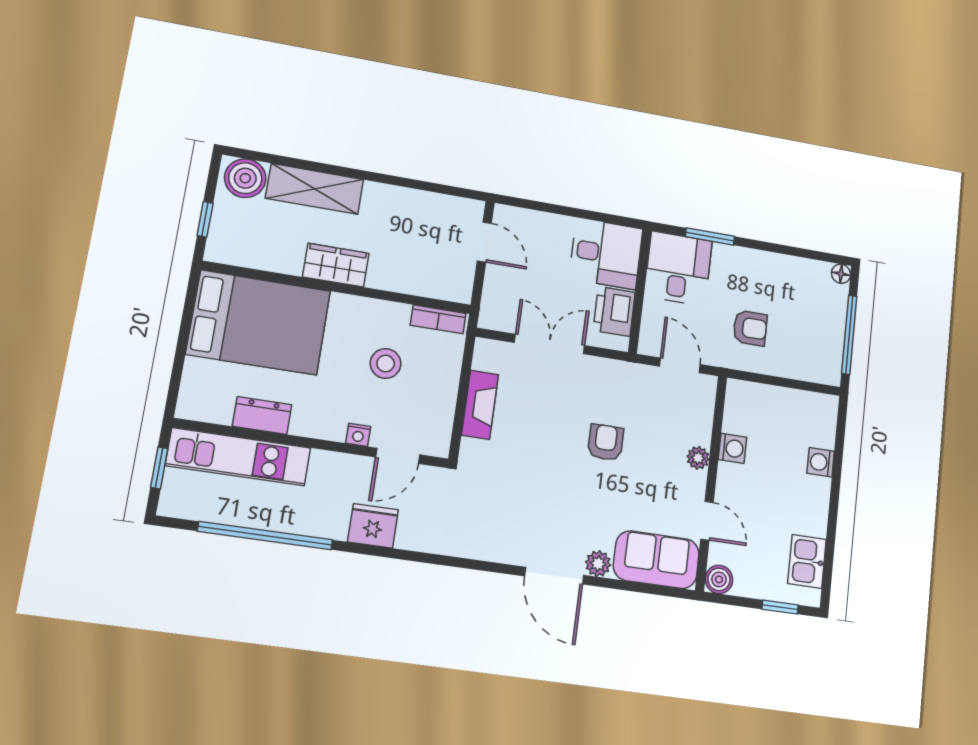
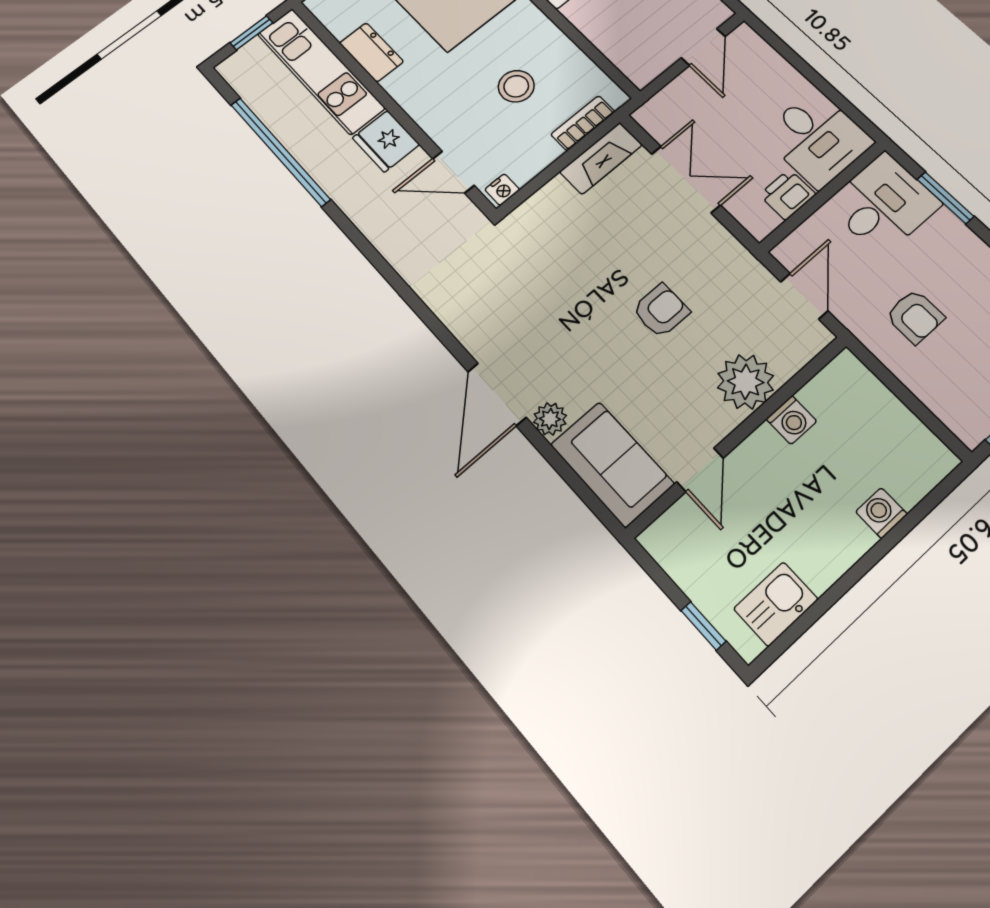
printer: (614, 311) -> (788, 195), width x0.73, depth x0.81
bookcase: (438, 319) -> (583, 123), moved, turned 90
fireplace: (480, 405) -> (601, 158), moved
nightstand: (358, 435) -> (502, 190), moved, turned -90
plant: (698, 458) -> (746, 382), width x1.88, depth x1.88
fridge: (373, 526) -> (386, 141), moved, turned 180
boiler: (719, 579) -> (661, 540), removed

